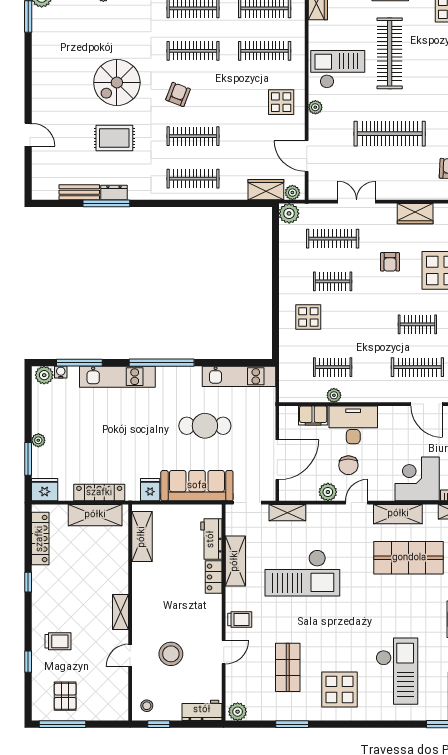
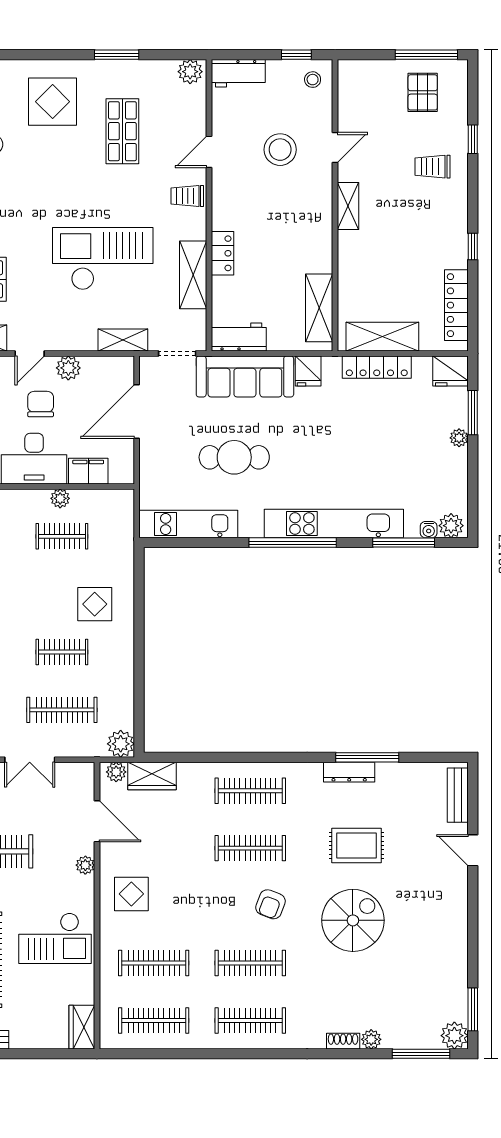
plant: (315, 107) -> (85, 865), moved
bench: (79, 192) -> (458, 795), moved, turned 90
dresser: (114, 193) -> (349, 772), width x1.44
kitchen unit: (117, 377) -> (334, 524), width x1.36
workbench: (211, 539) -> (239, 337), moved, turned -90

